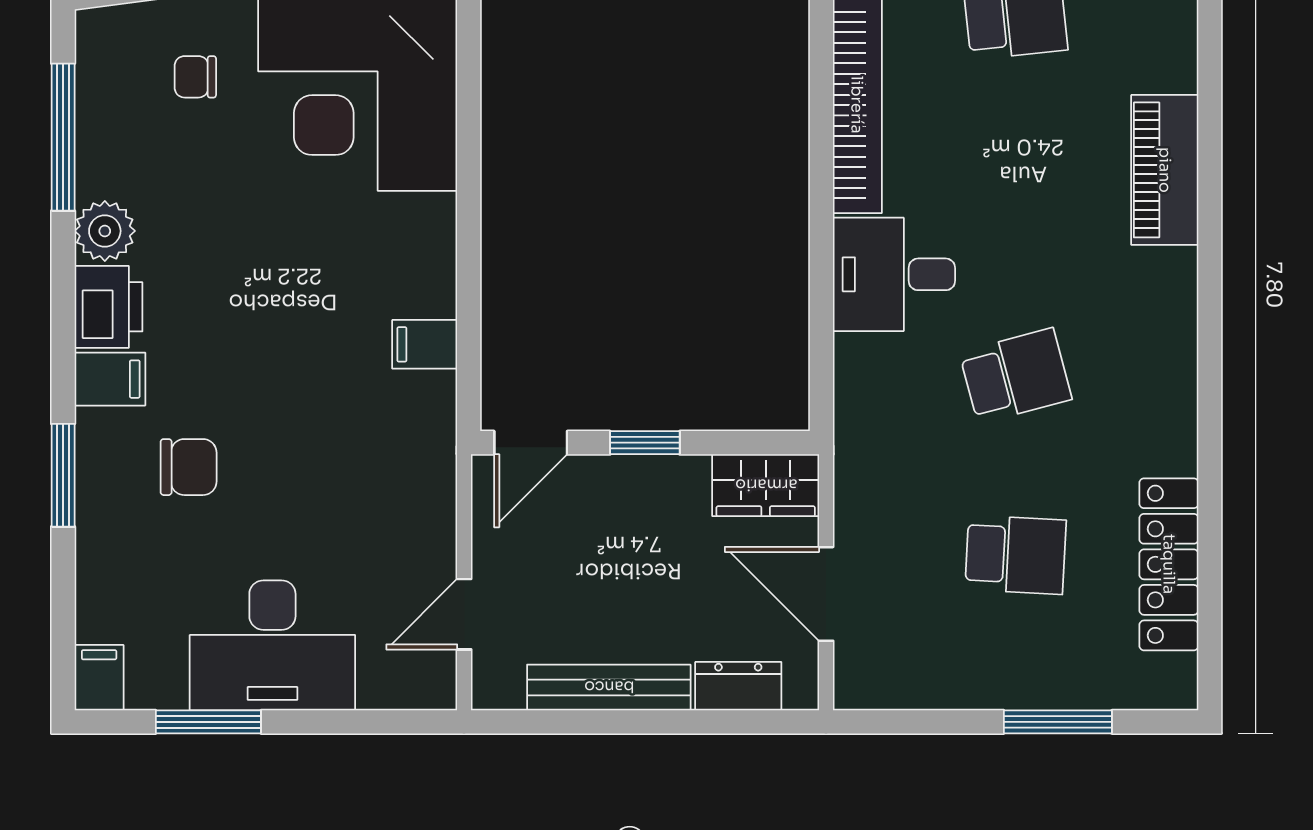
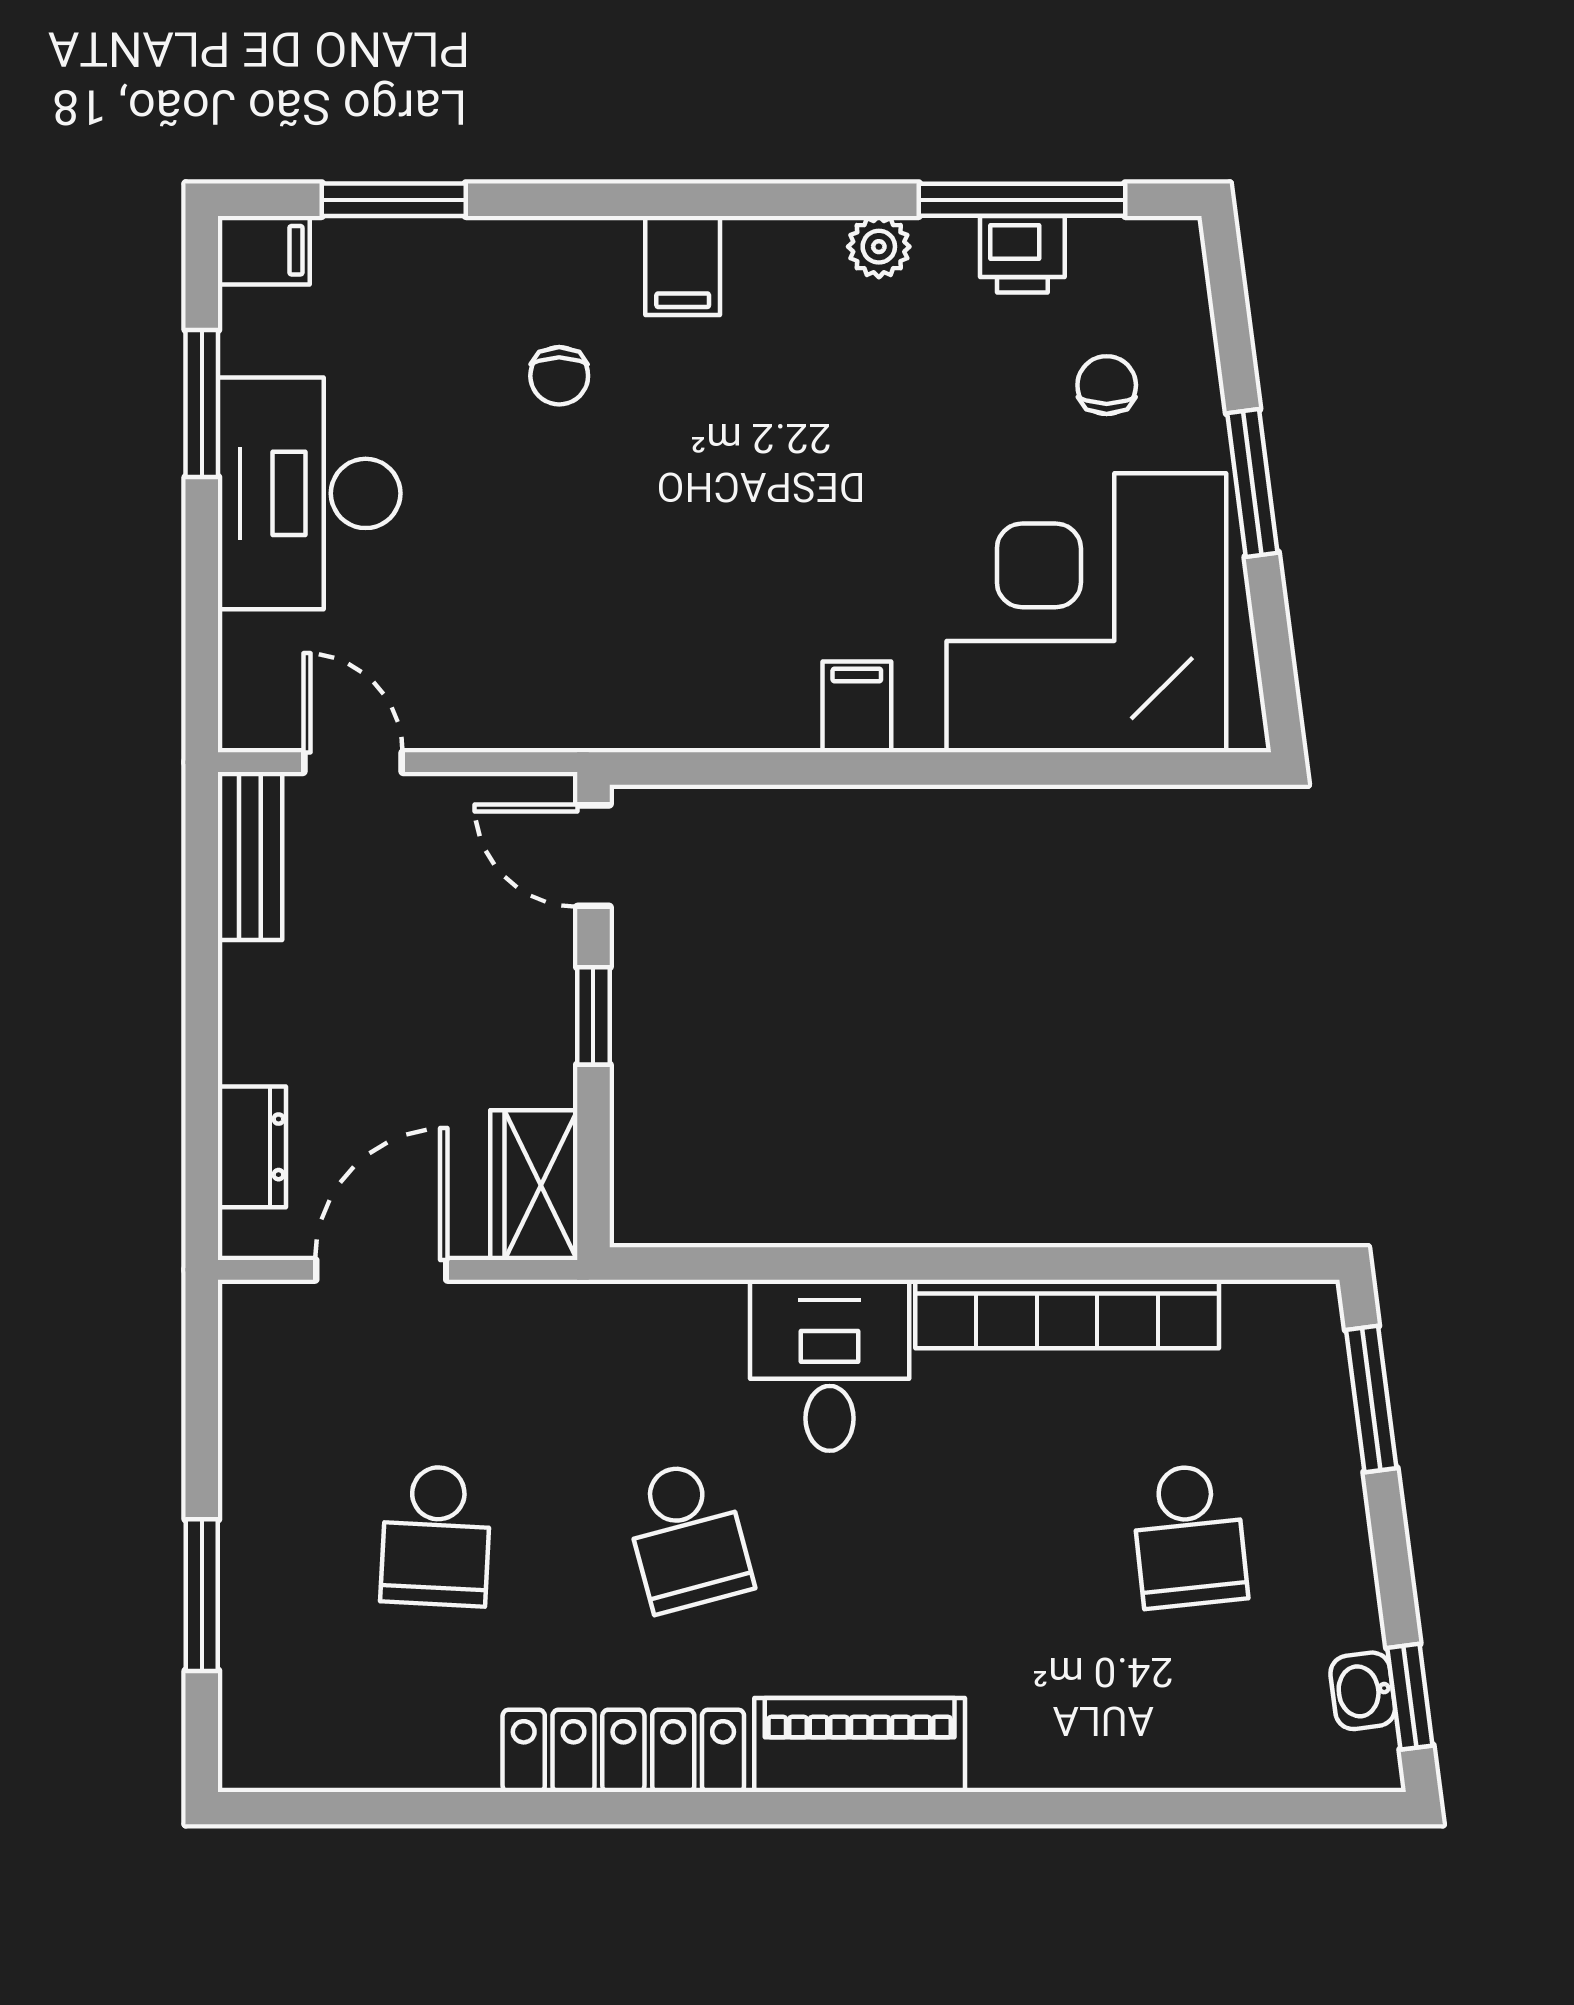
piano: (1165, 170) -> (860, 1745), moved
plant: (105, 231) -> (879, 247), width x0.73, depth x0.73
printer: (108, 307) -> (1022, 254), moved, width x0.73, depth x0.81
filing cabinet: (425, 344) -> (857, 707), moved
chair: (189, 467) -> (559, 376), width x0.73, depth x0.73
window: (63, 475) -> (394, 200), moved
locker: (1169, 564) -> (623, 1751), moved
bench: (609, 687) -> (250, 856), moved, width x0.73

